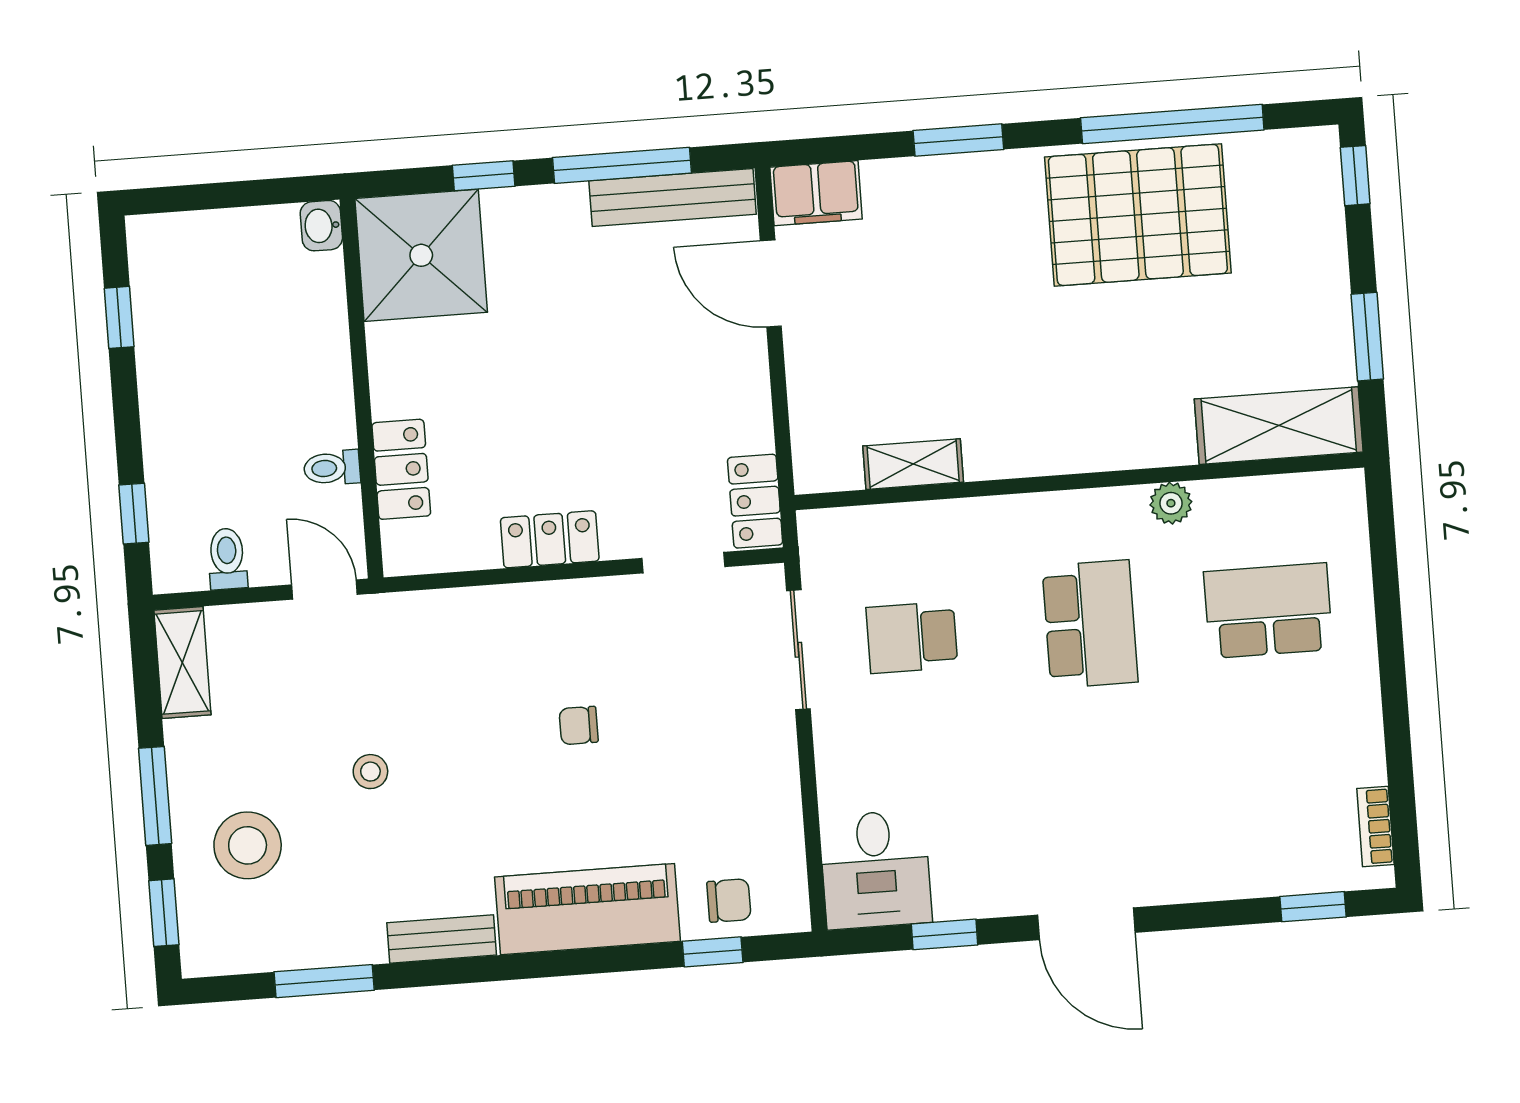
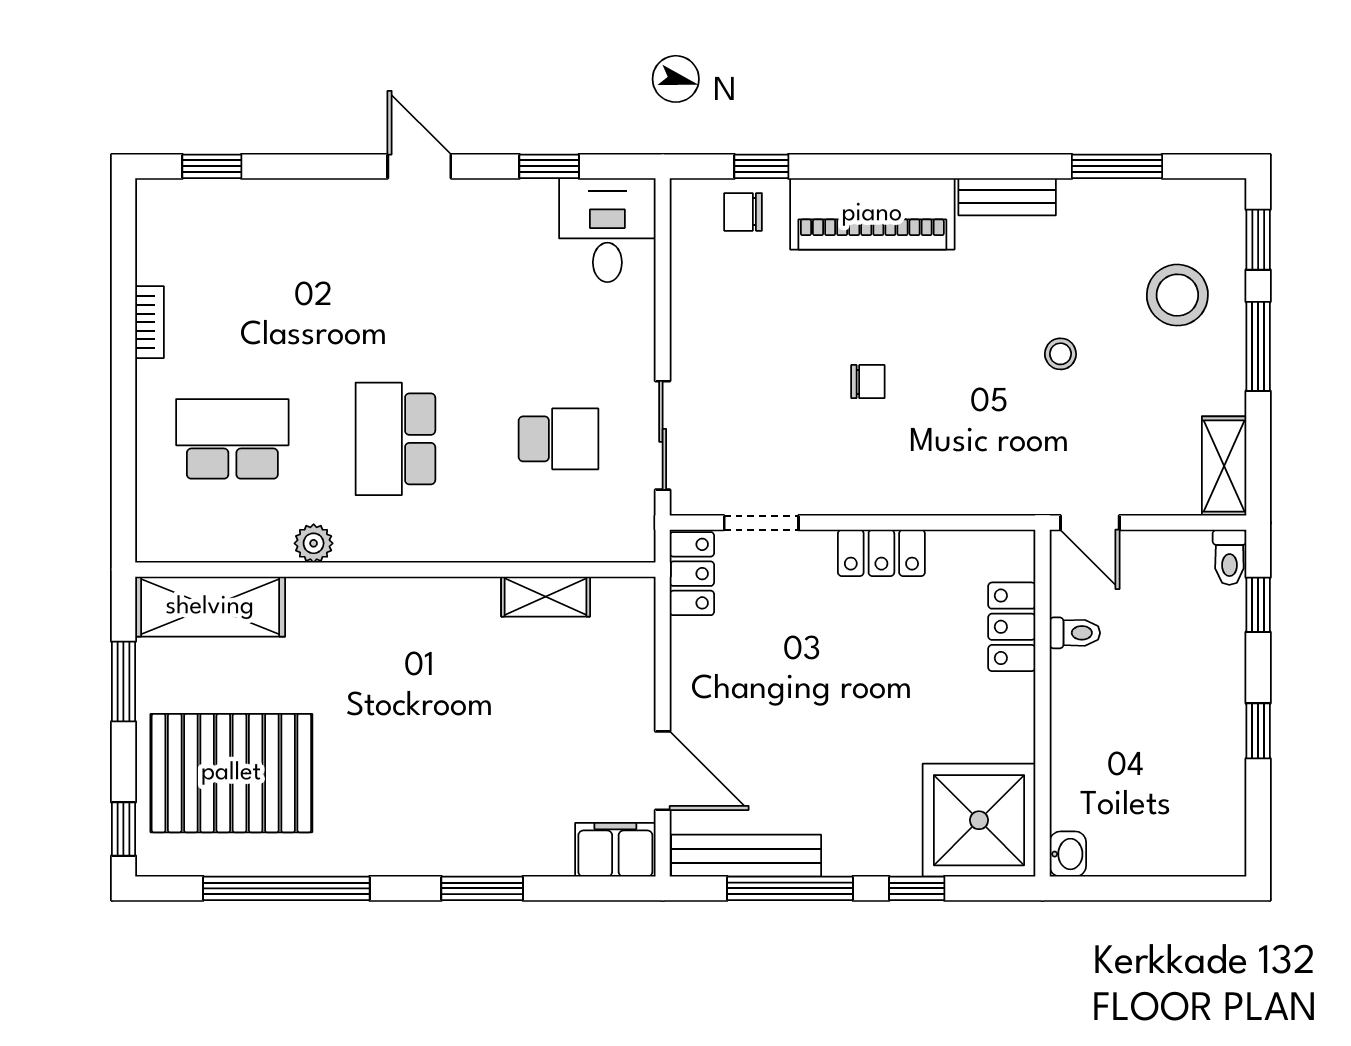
pallet: (1138, 215) -> (231, 773), moved
window: (119, 317) -> (1258, 731), moved
toilet: (227, 559) -> (1229, 557), moved
school desk: (1268, 611) -> (232, 439), turned 180
bookcase: (1375, 827) -> (150, 322), moved
door: (1086, 924) -> (419, 166), width x0.73

